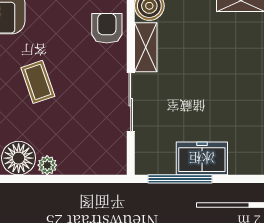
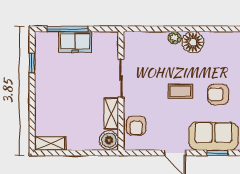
coffee table: (38, 82) -> (181, 91), turned -71
window: (180, 179) -> (68, 29), moved

